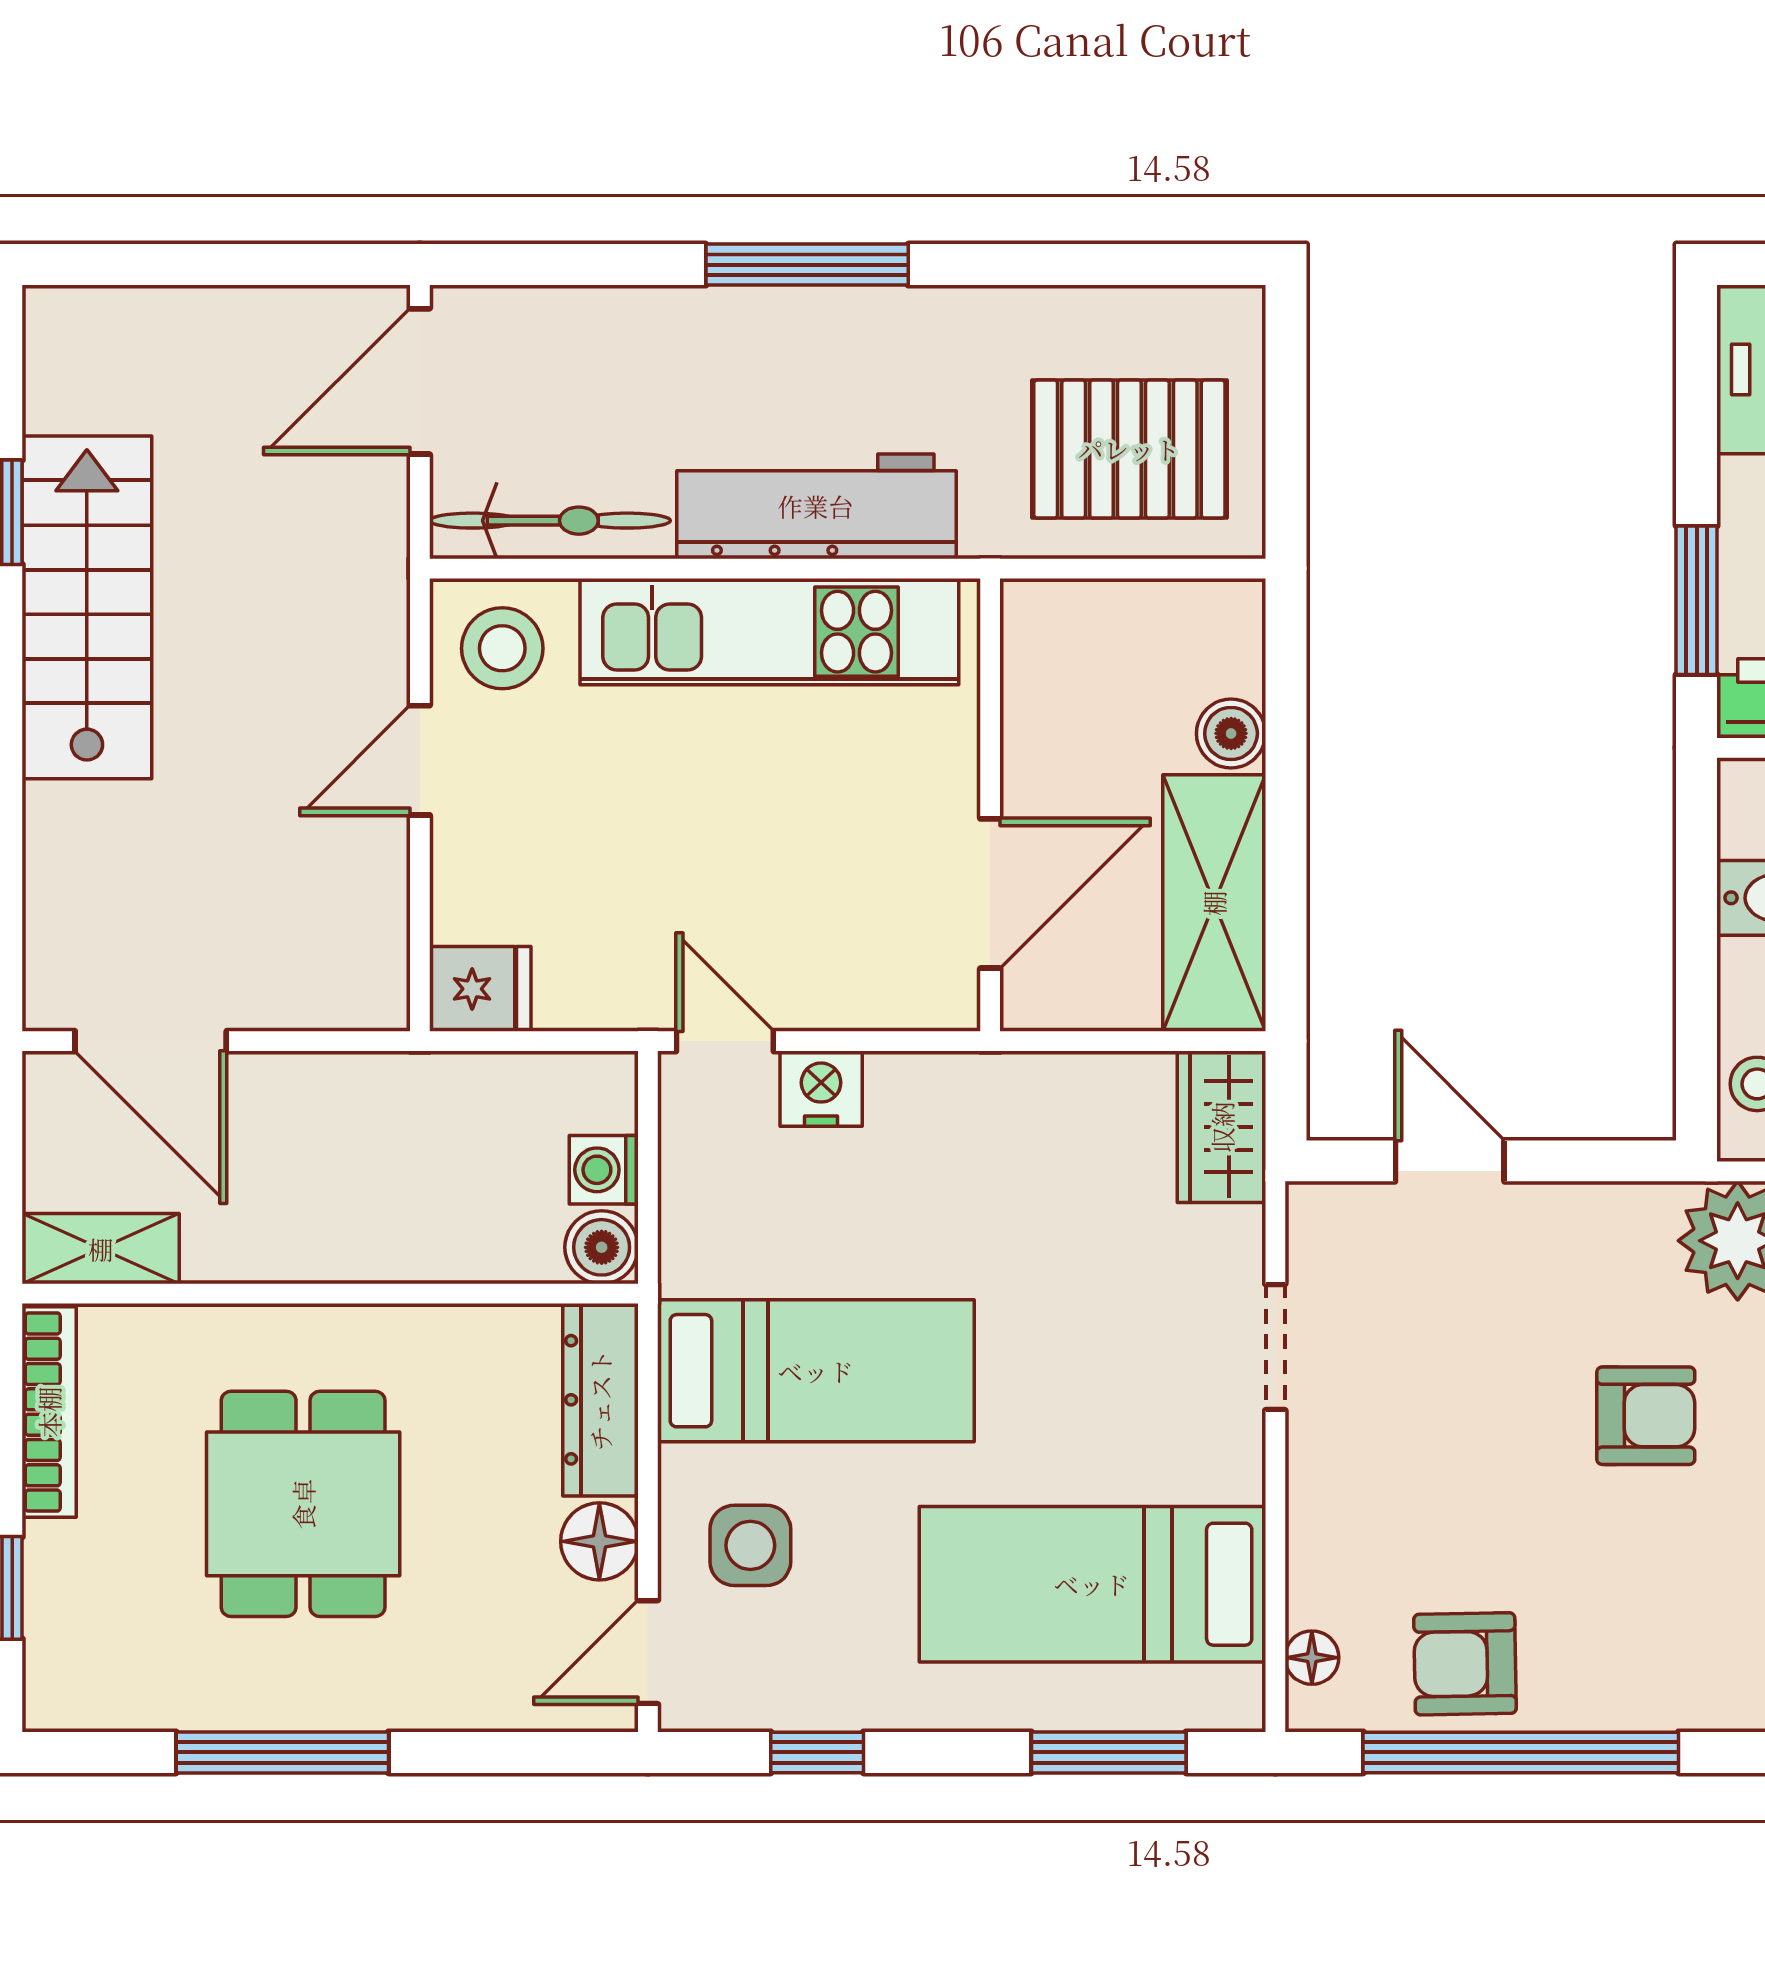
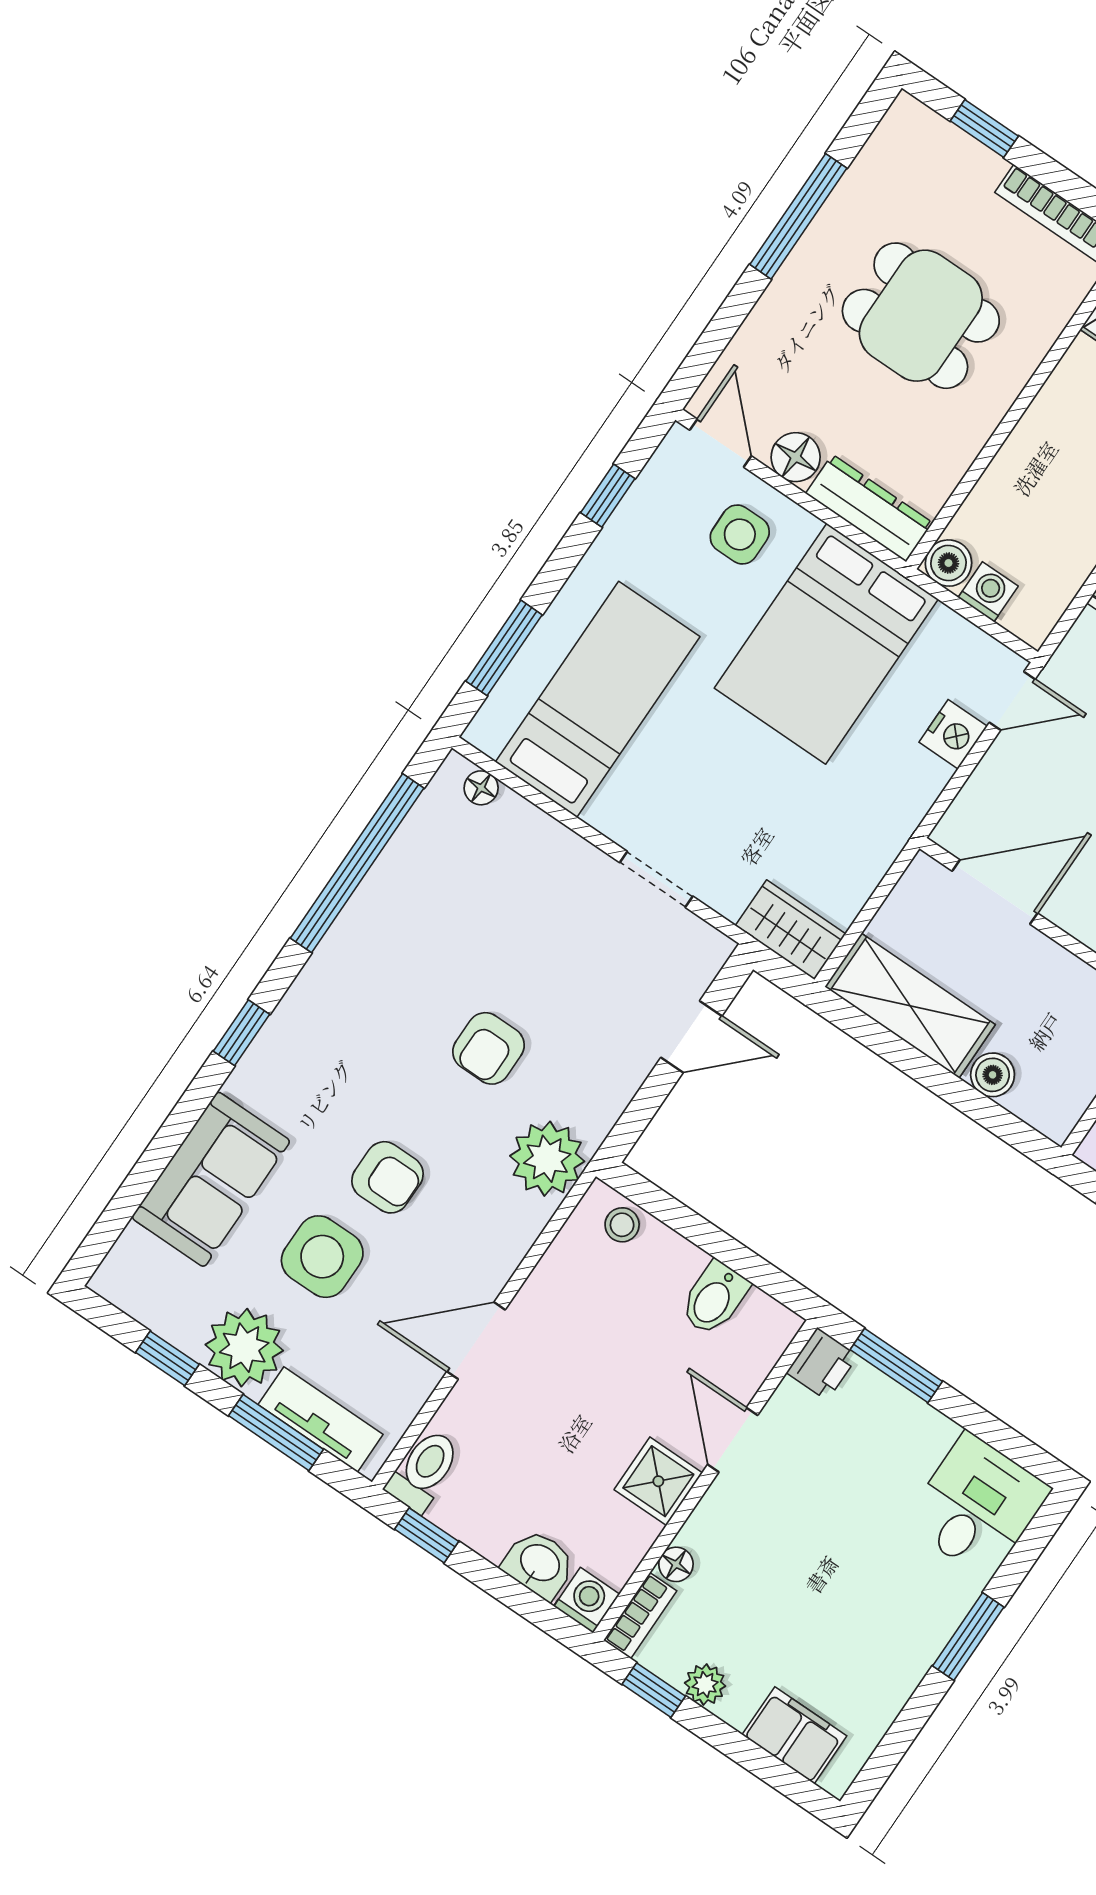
door: (990, 893) -> (995, 892), swing flipped
bed: (816, 1371) -> (826, 644), width x1.50
armchair: (1465, 1664) -> (423, 866), removed

